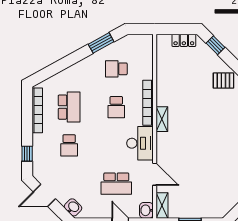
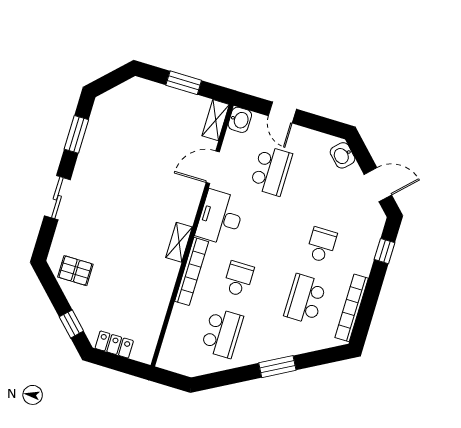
window: (101, 43) -> (277, 367), moved
school desk: (116, 69) -> (222, 333), width x1.85
door: (155, 174) -> (213, 167), hinge flipped
school desk: (116, 184) -> (271, 171), turned 90

